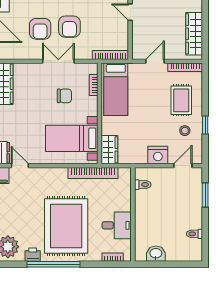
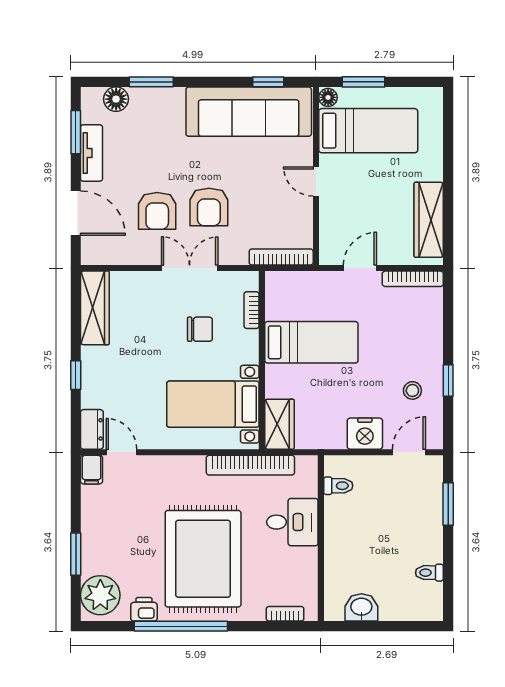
bed: (116, 89) -> (311, 342), moved, turned -90
rug: (181, 100) -> (406, 337), removed
desk: (117, 225) -> (292, 522), moved

